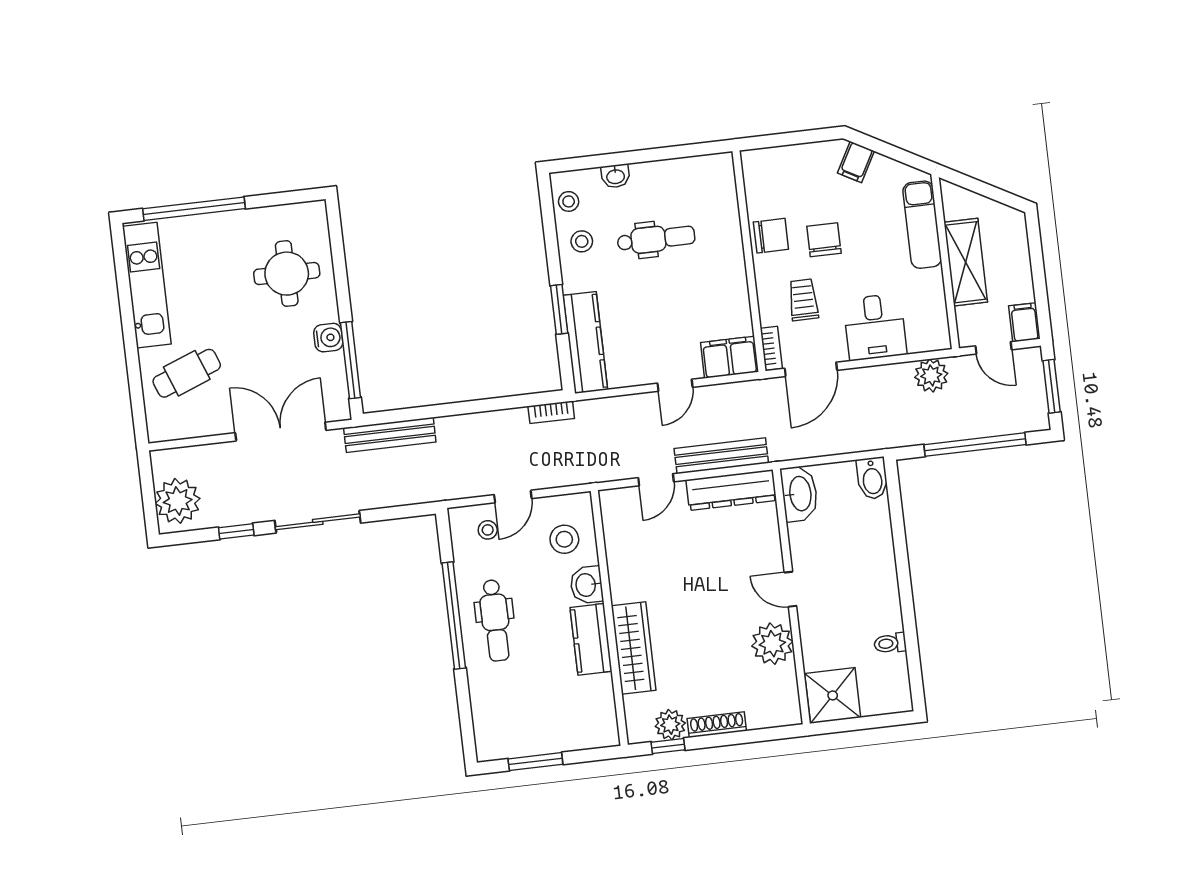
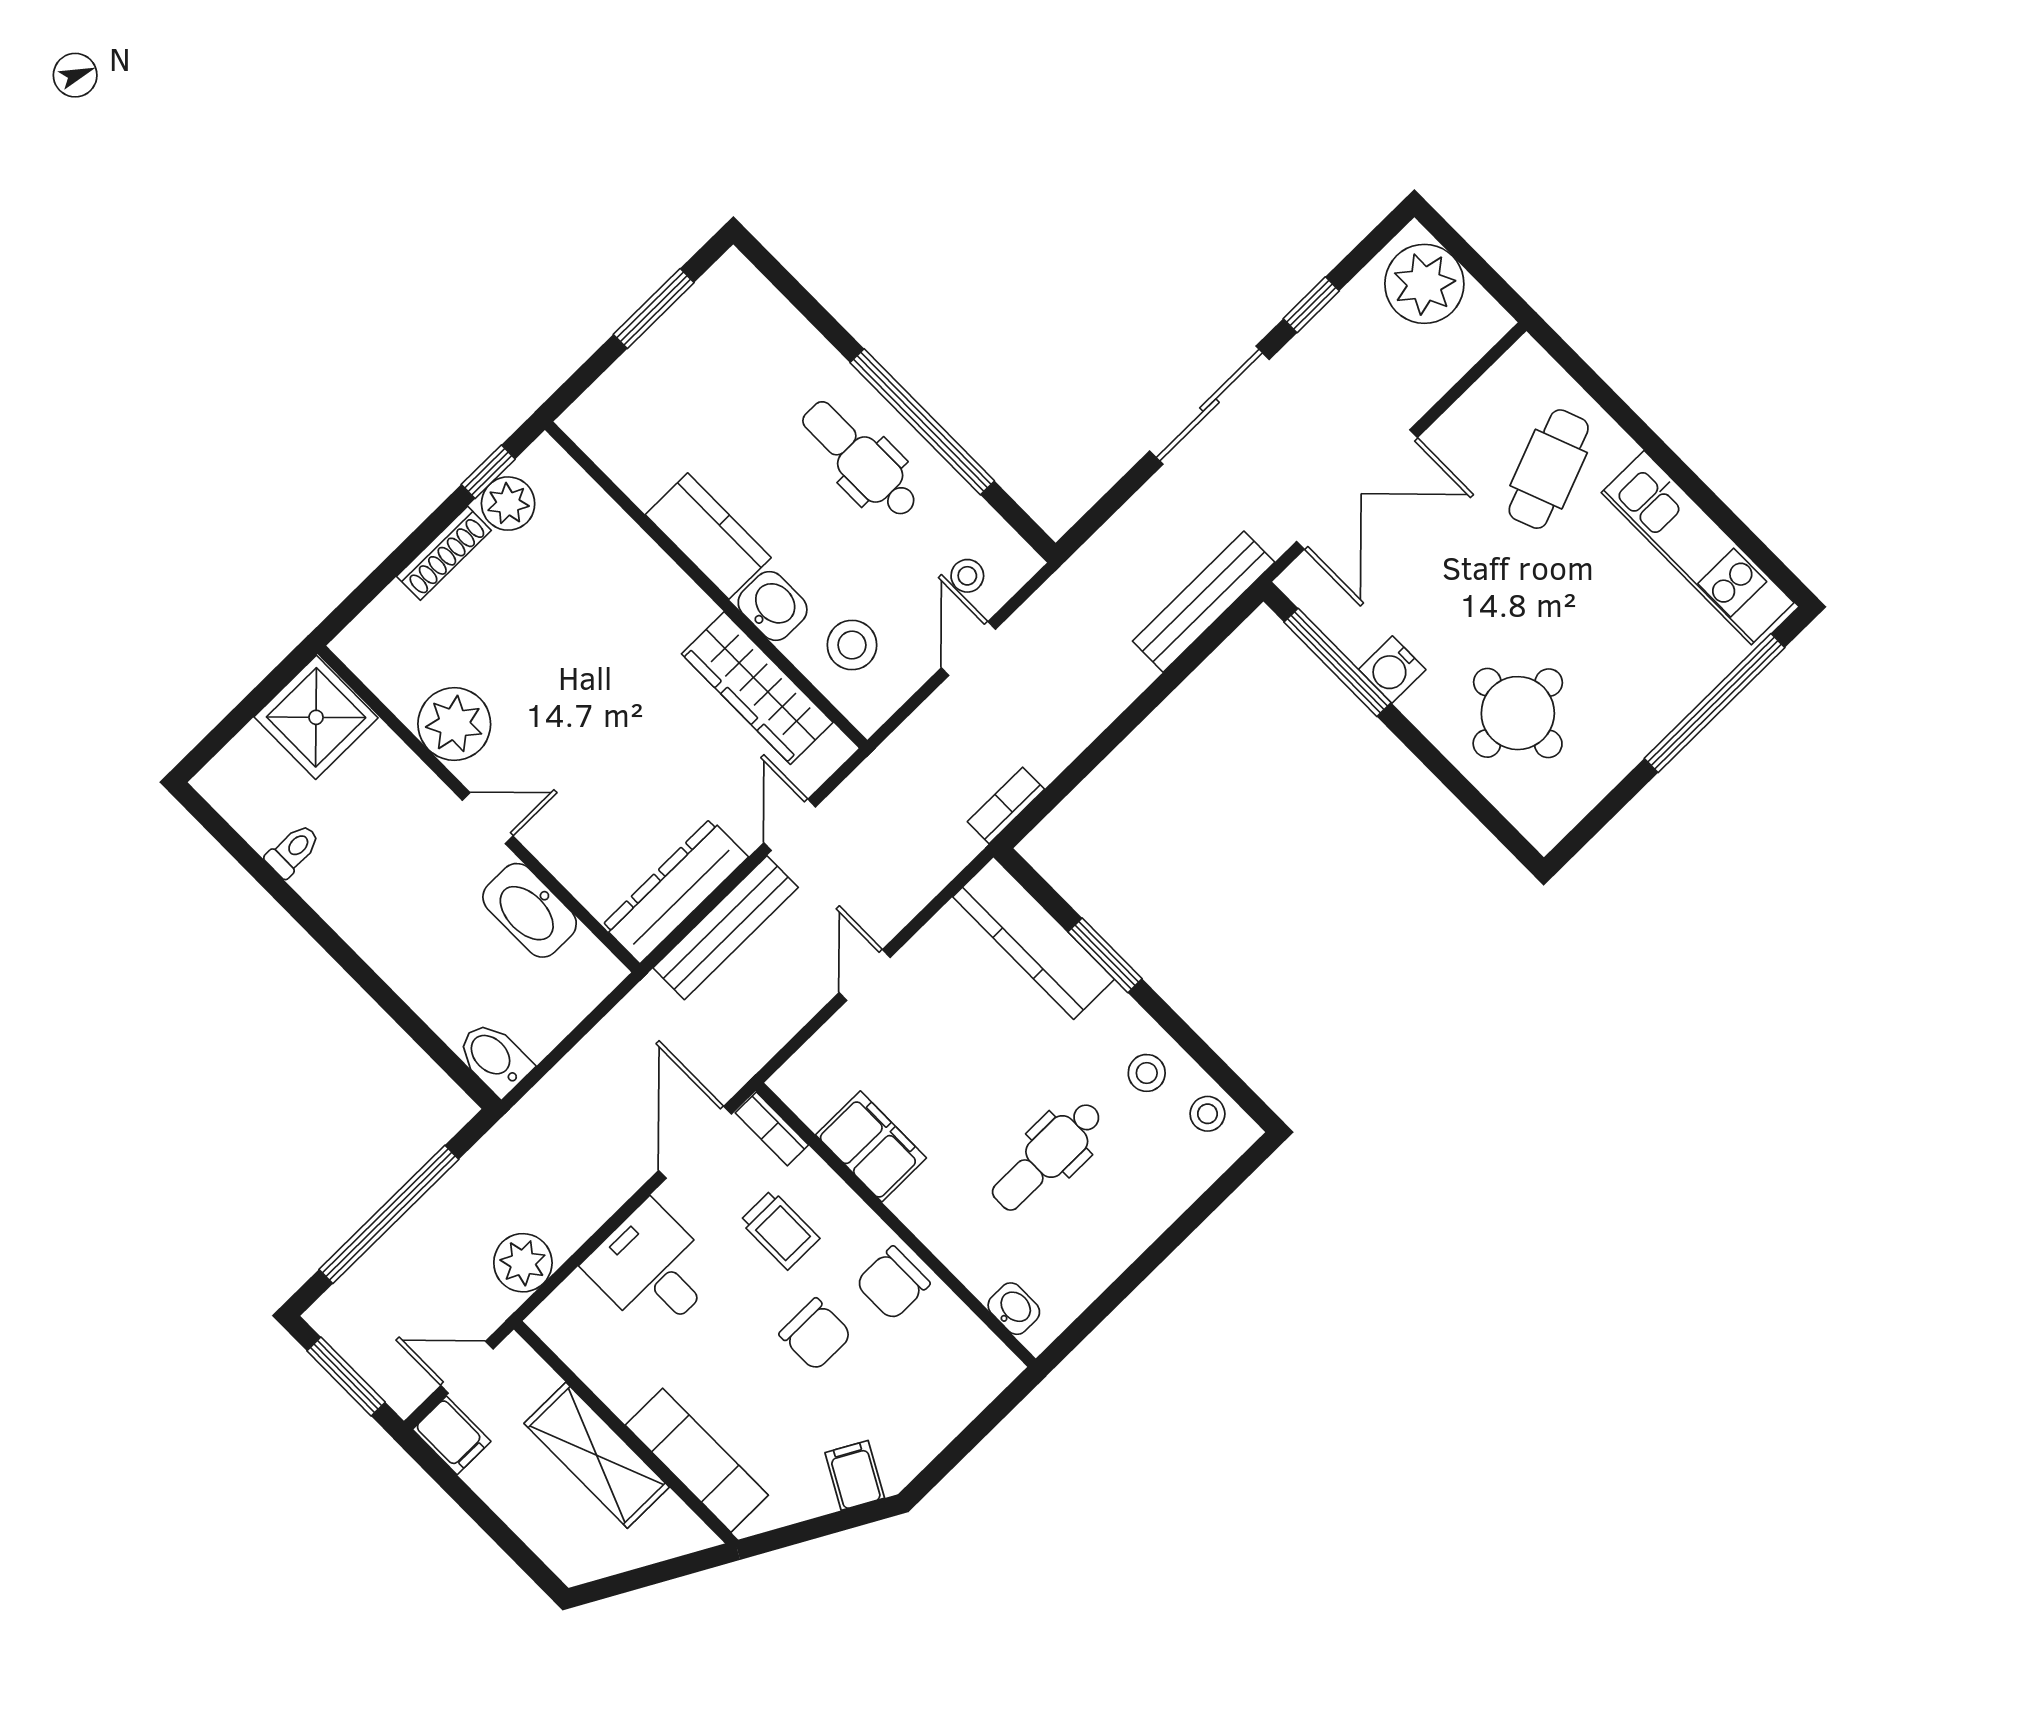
washbasin: (615, 176) -> (1014, 1309), moved, turned 90
filing cabinet: (730, 357) -> (871, 1146), moved, turned -90
washbasin: (799, 494) -> (530, 910), moved
wardrobe: (634, 648) -> (757, 688), moved

